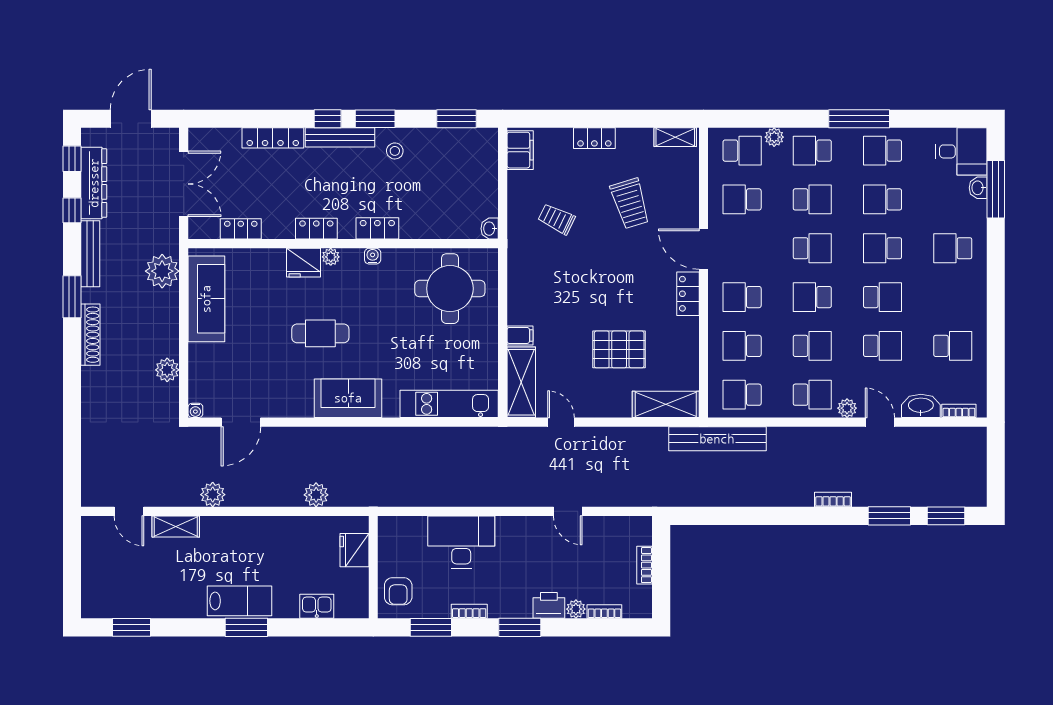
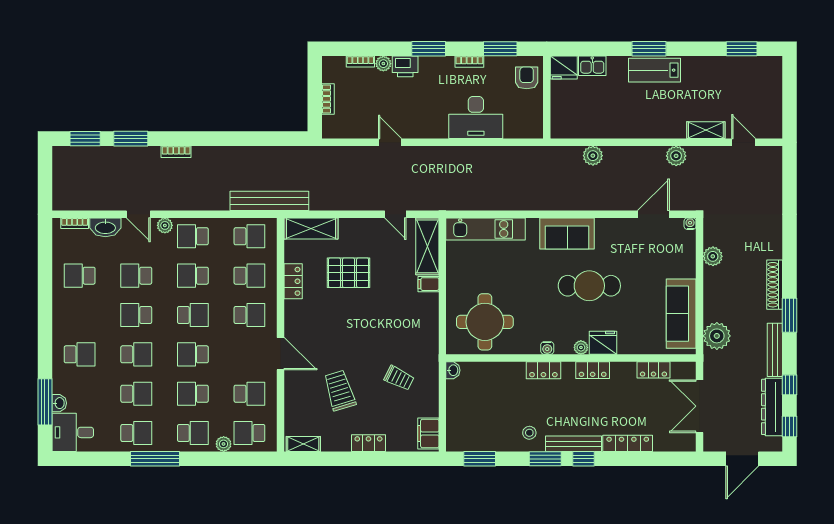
locker: (688, 294) -> (293, 281), moved
cafe table: (320, 333) -> (589, 286), width x1.37, depth x1.35
fridge: (354, 550) -> (564, 68), moved, turned 90

